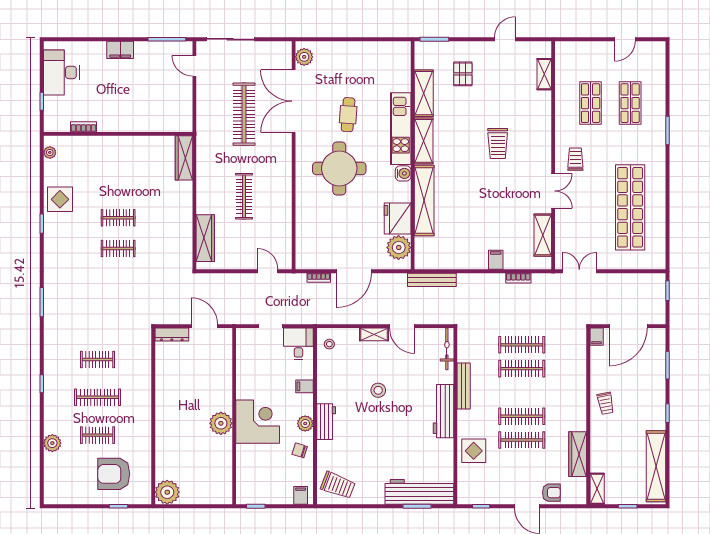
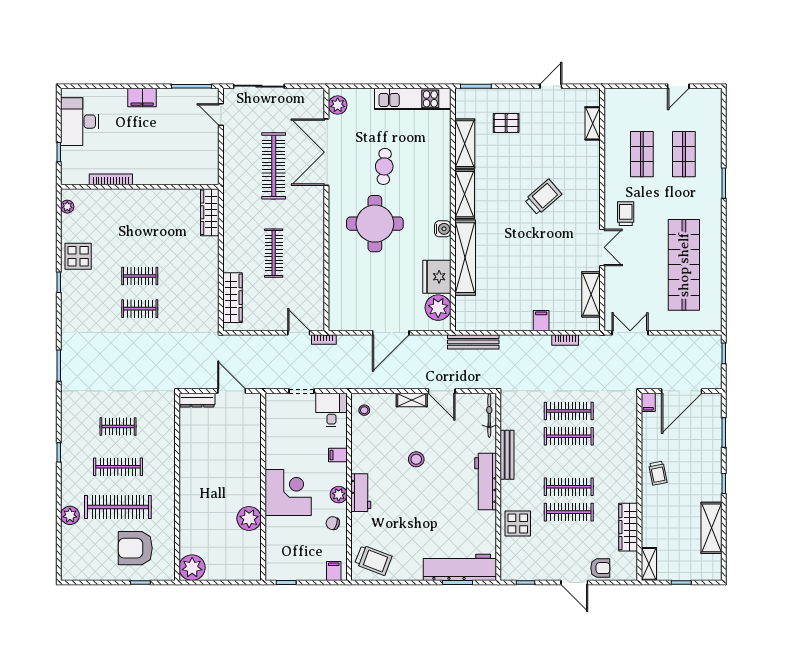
pallet: (463, 74) -> (506, 123), turned 90
bookcase: (83, 127) -> (111, 179), width x1.56
kitchen unit: (401, 129) -> (413, 99), moved, turned -90
trolley: (498, 143) -> (543, 197), turned -131
bookcase: (319, 278) -> (324, 340), moved
plant: (221, 423) -> (249, 518), moved
clothes rail: (97, 435) -> (118, 507), width x1.86, depth x1.31
shelving: (656, 466) -> (711, 528), width x0.68

